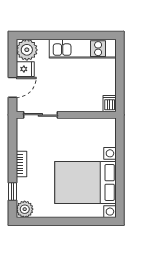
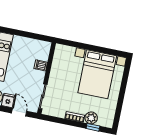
dishwasher: (110, 104) -> (41, 65), moved
plant: (25, 209) -> (91, 118), moved

